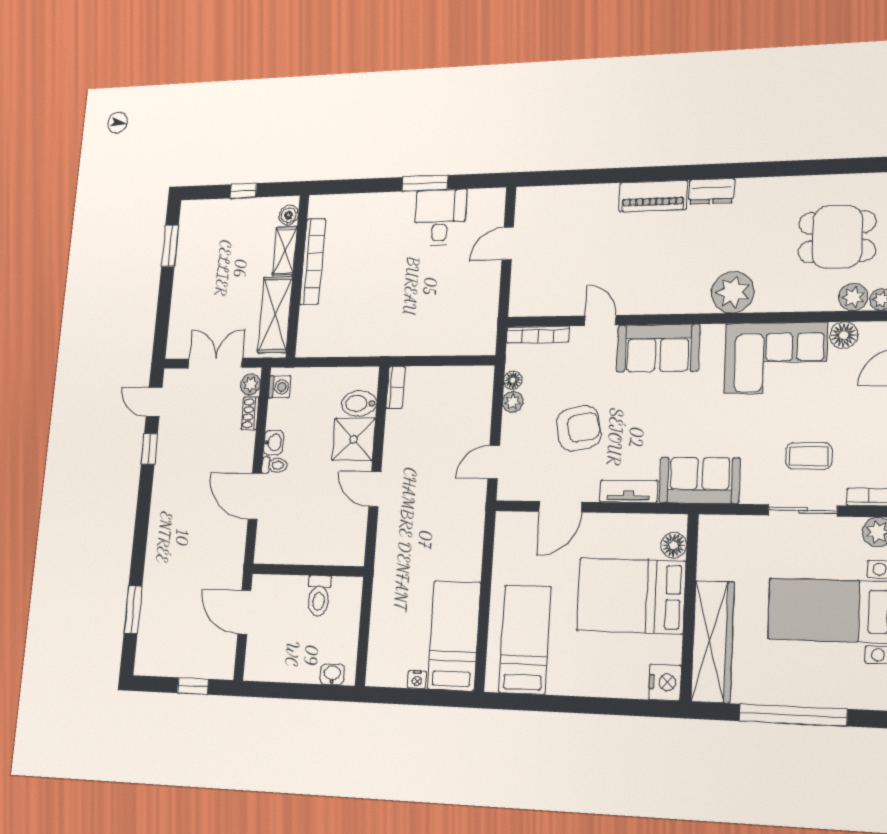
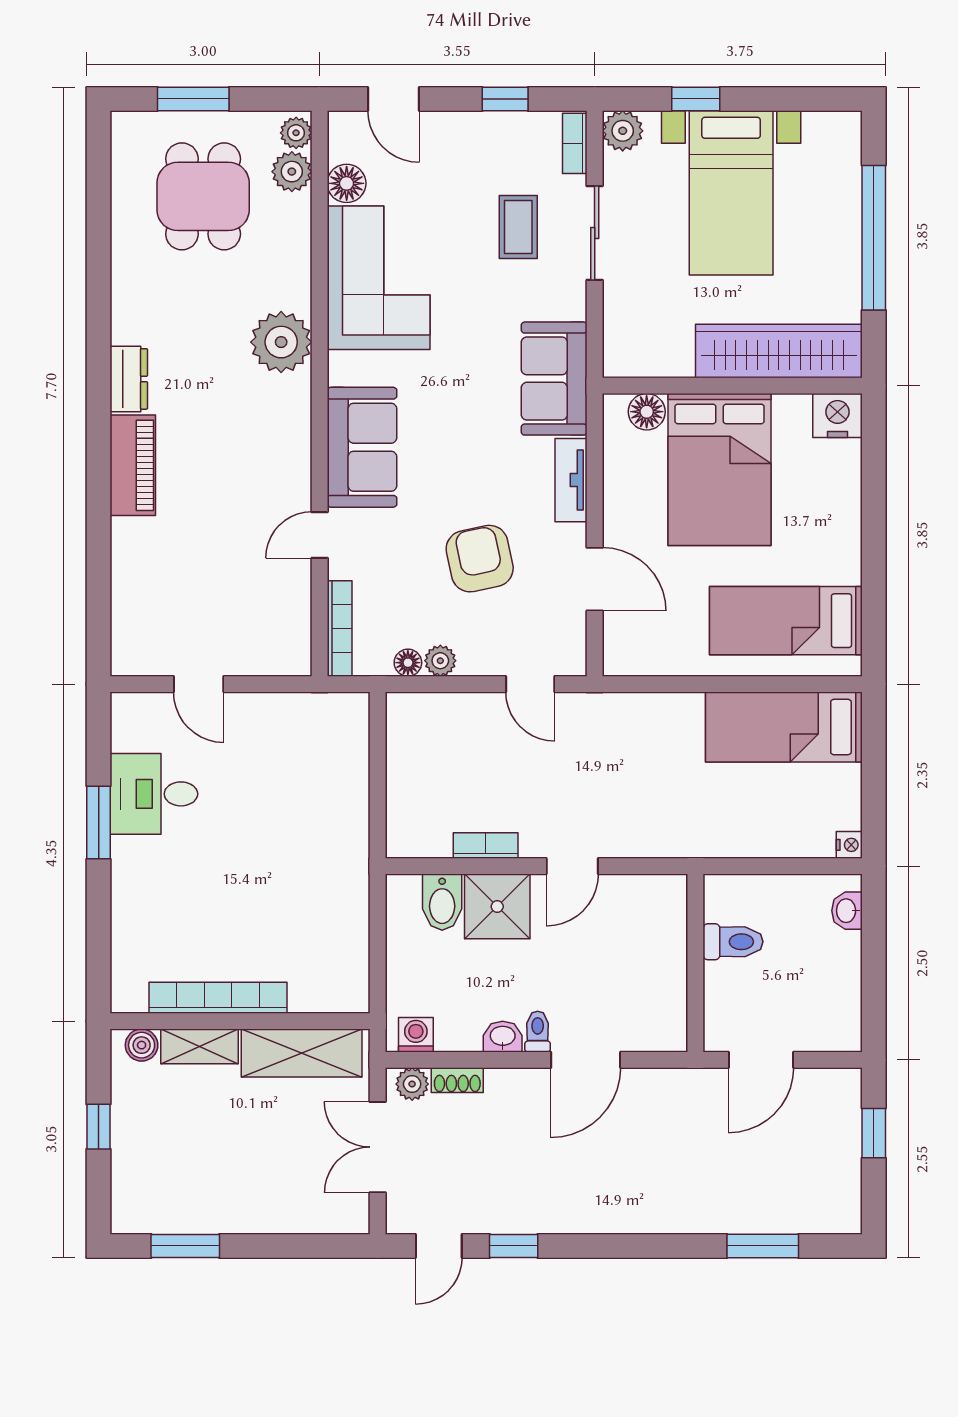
bookcase: (396, 387) -> (486, 846), moved
nightstand: (417, 680) -> (849, 845), moved

